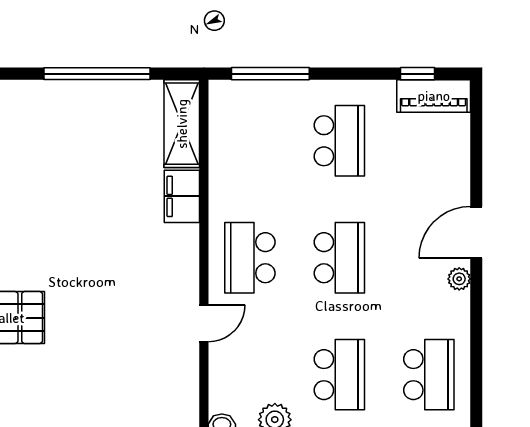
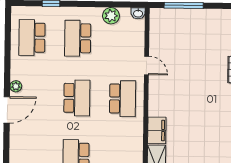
school desk: (339, 258) -> (77, 98), turned 180
door: (204, 323) -> (147, 65), swing flipped

